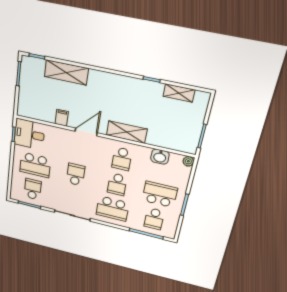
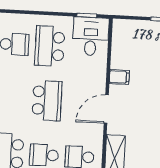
door: (86, 132) -> (106, 109), swing flipped
school desk: (76, 175) -> (47, 101), width x1.85

